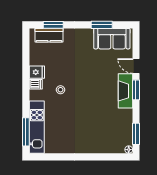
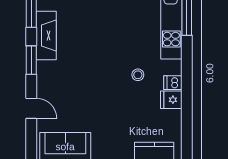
window: (136, 90) -> (31, 60), moved
fireplace: (125, 91) -> (46, 35), moved

